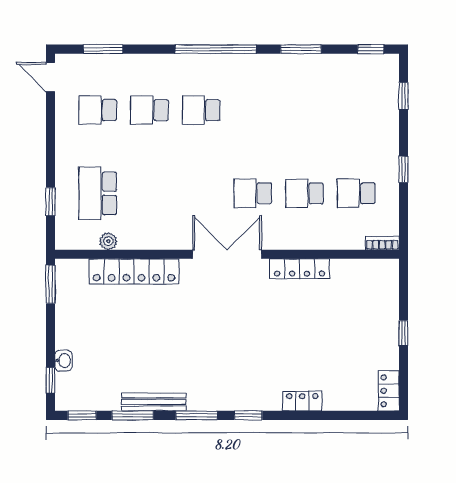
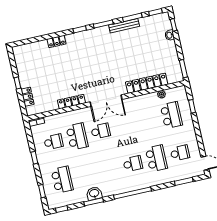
washbasin: (296, 66) -> (94, 193), added
school desk: (149, 110) -> (156, 158), width x1.85
school desk: (356, 110) -> (62, 180), added
school desk: (304, 193) -> (77, 136), width x1.85
locker: (389, 391) -> (28, 97), moved

